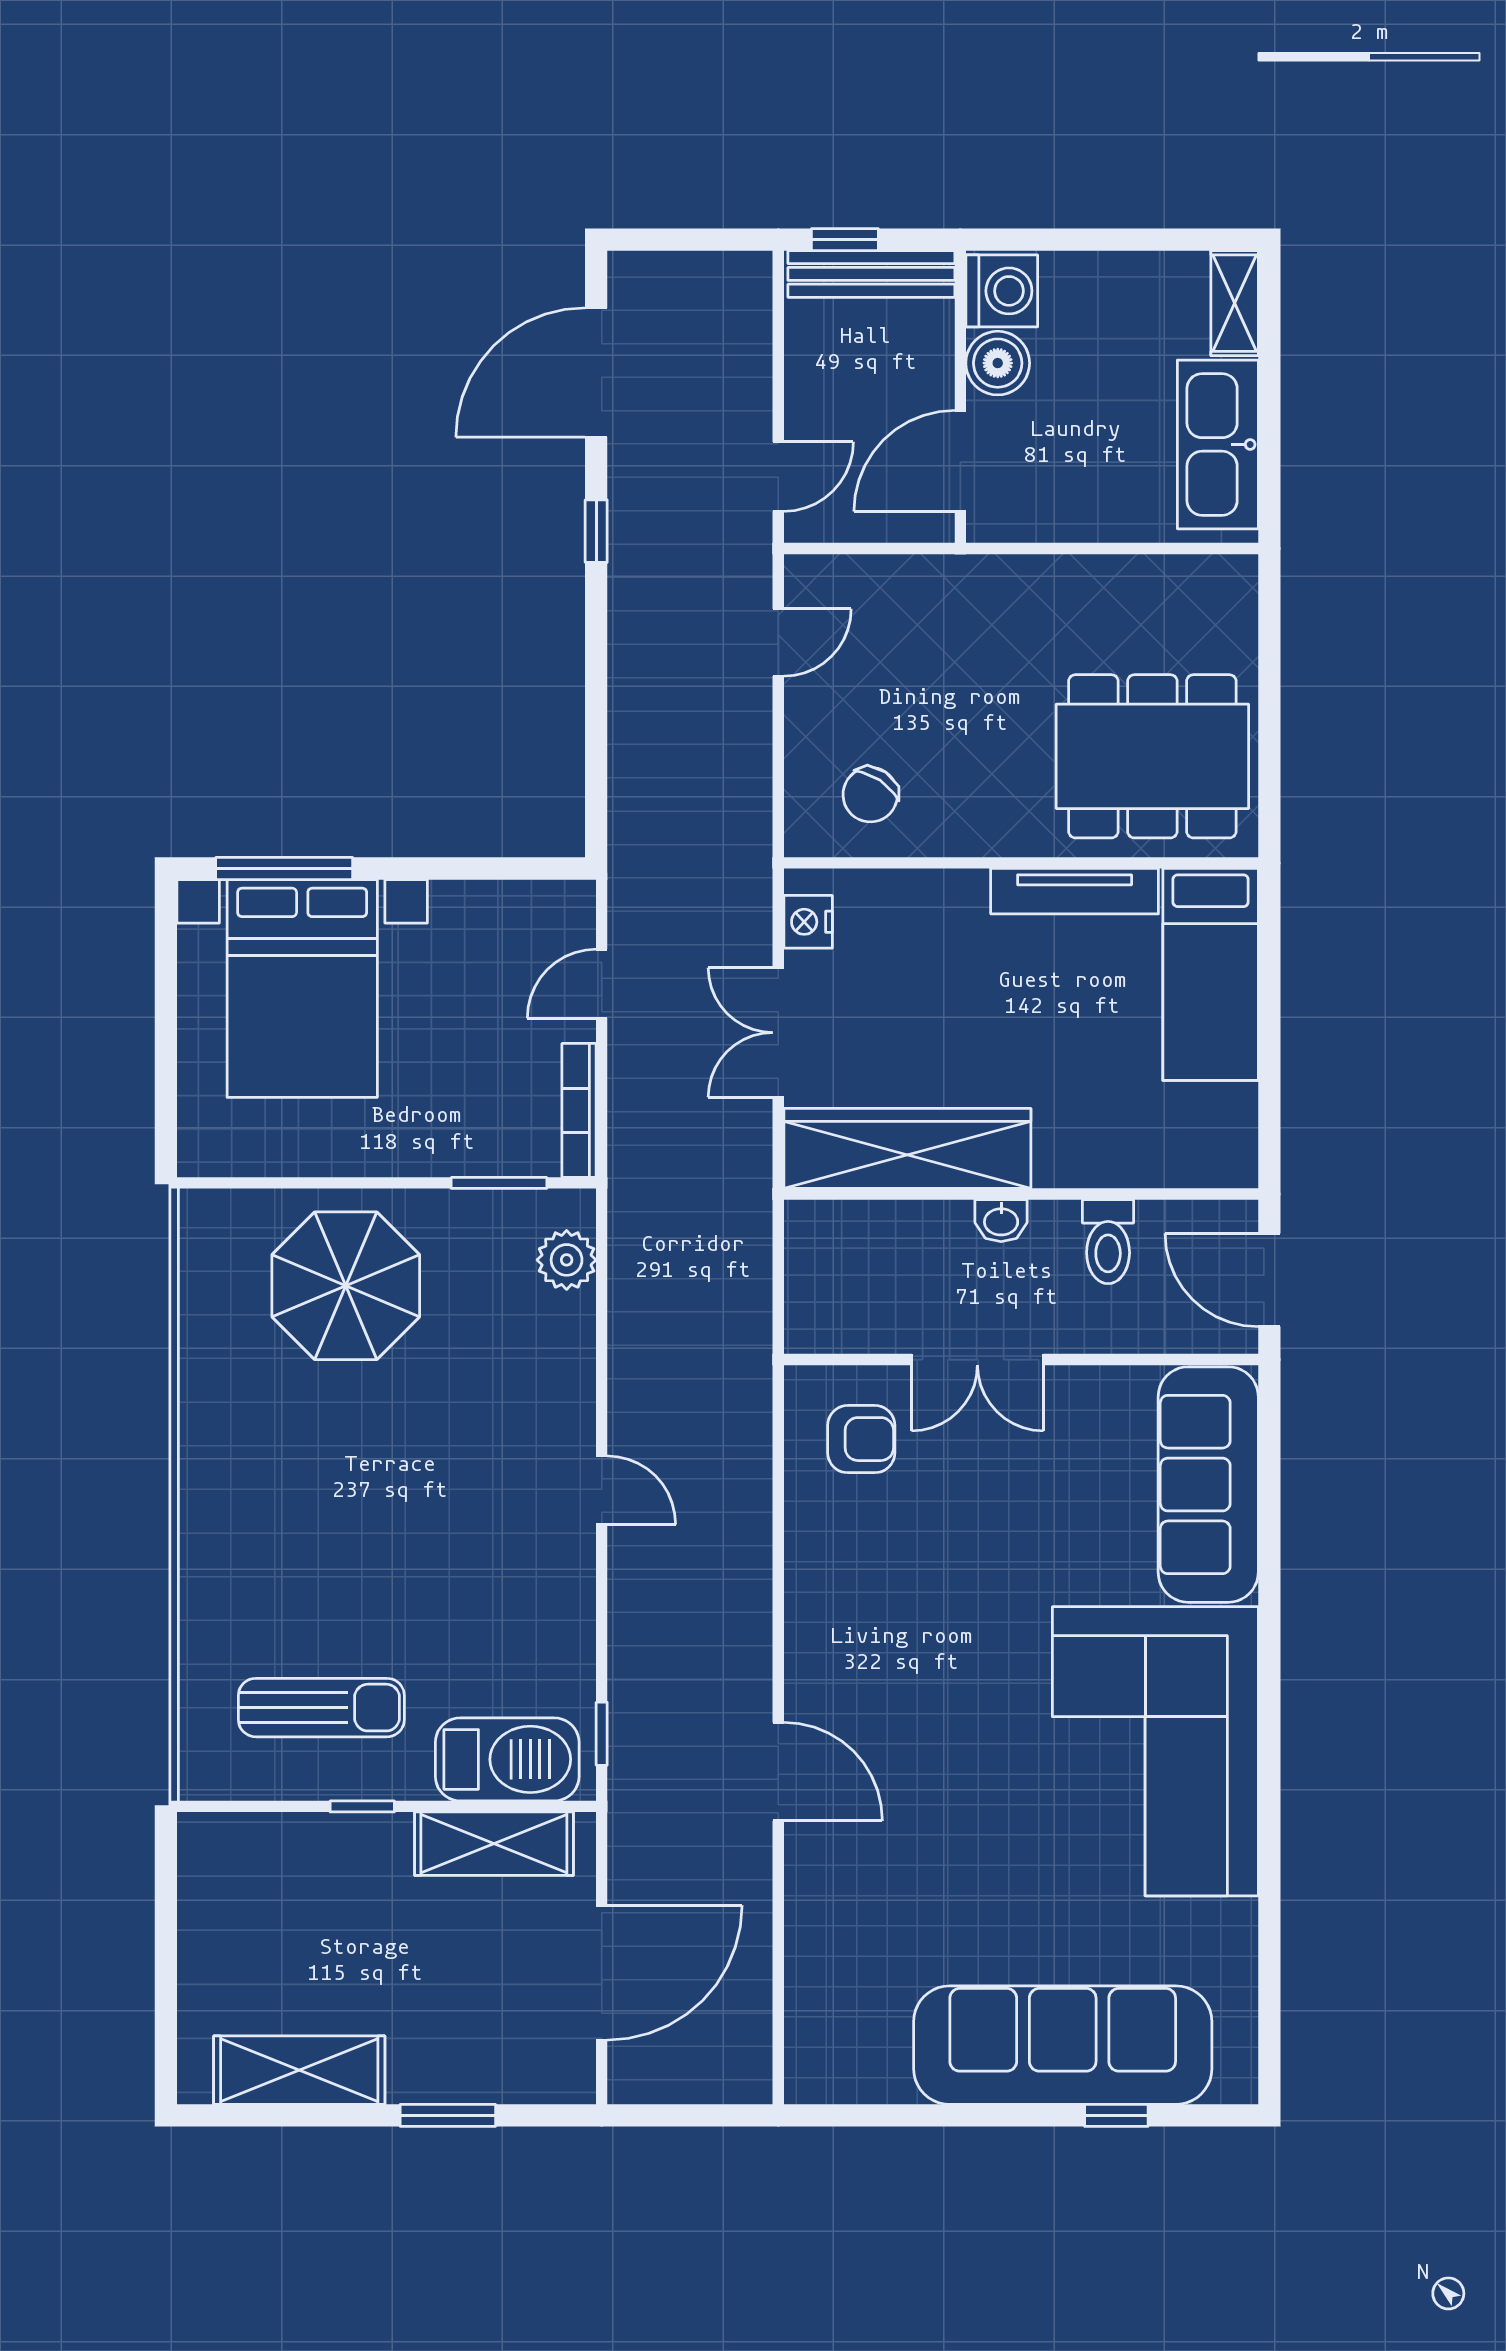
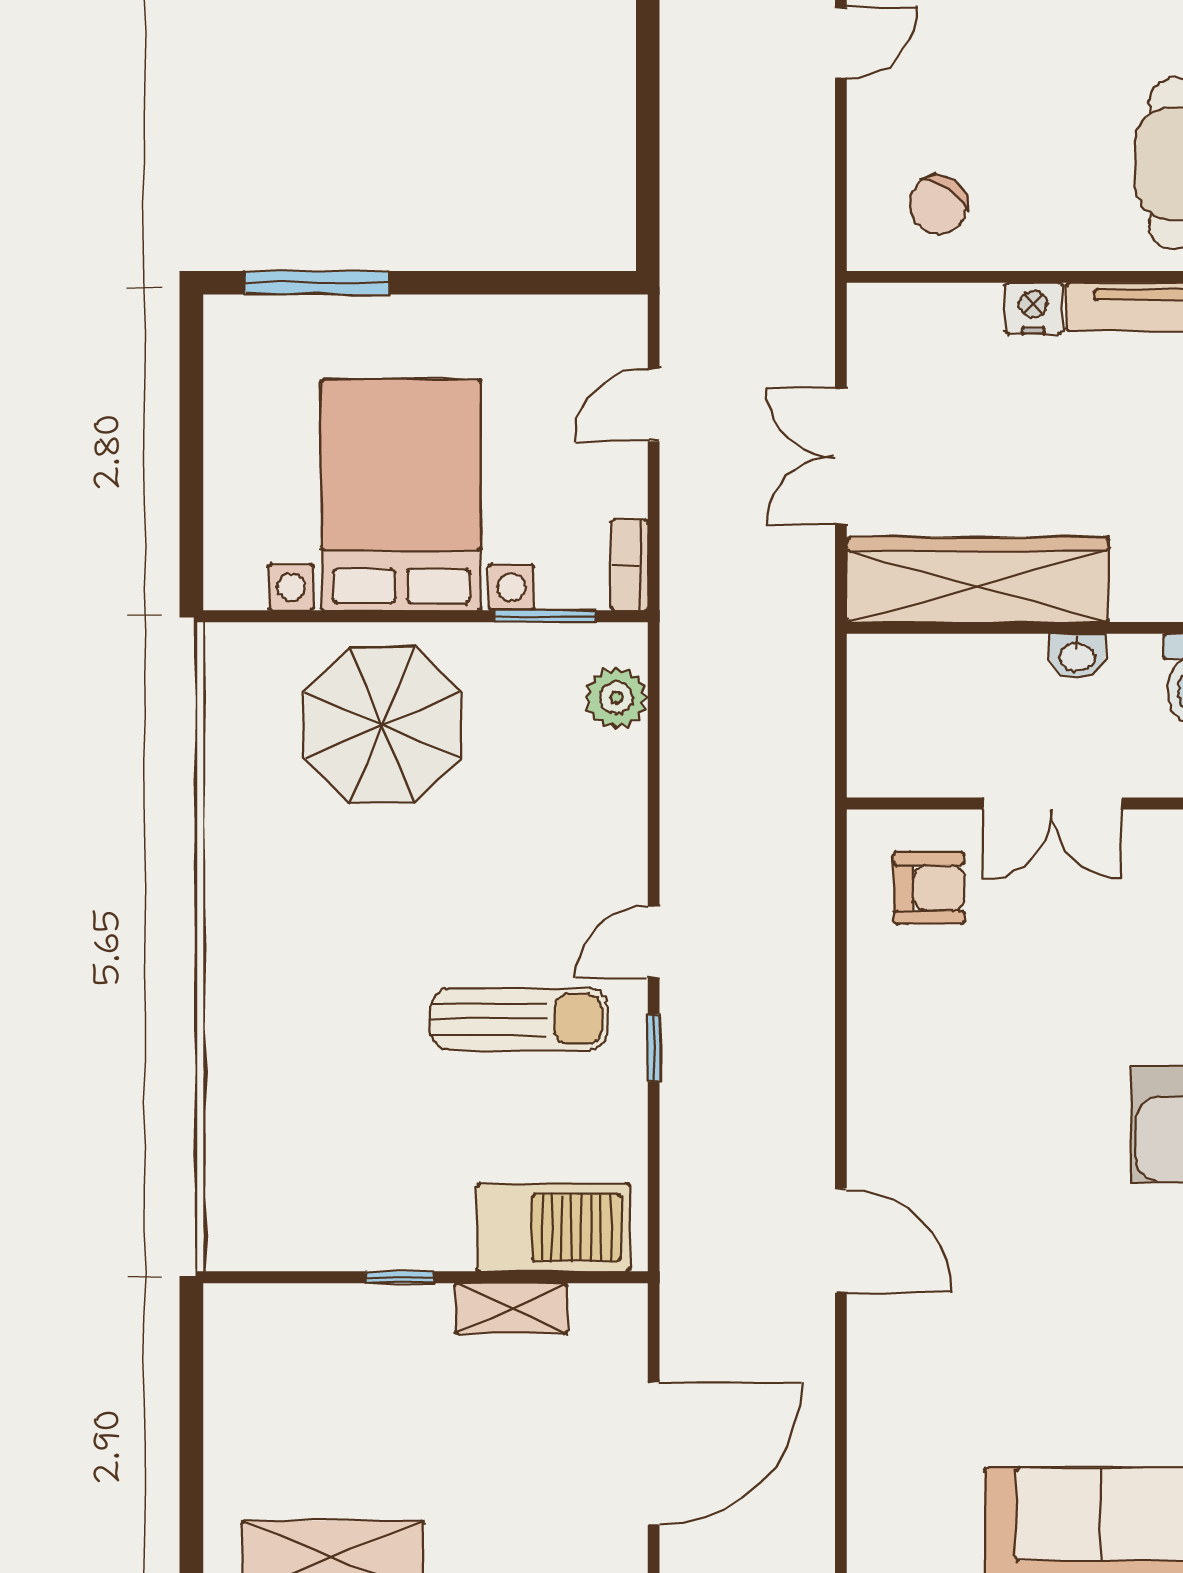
nightstand: (808, 922) -> (1033, 308), moved, turned 90
bed with nightstands: (302, 988) -> (401, 495), moved, turned 180
bookcase: (579, 1110) -> (630, 565), width x0.64
door: (602, 1490) -> (654, 942), swing flipped
sun lounger: (321, 1708) -> (519, 1019), moved
window: (602, 1734) -> (654, 1048), moved
shelving: (494, 1844) -> (511, 1308), width x0.67, depth x0.75

